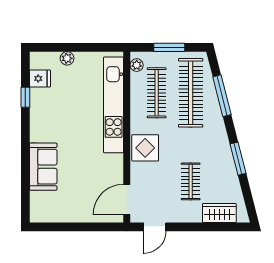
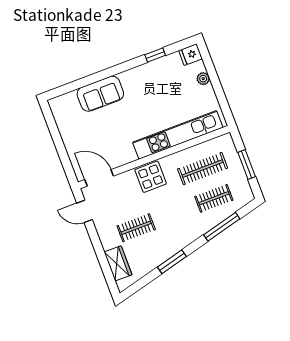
plant: (137, 65) -> (220, 142), removed
fridge: (40, 78) -> (190, 55), moved, turned 90
clothes rail: (191, 93) -> (214, 198), width x0.54, depth x0.76

